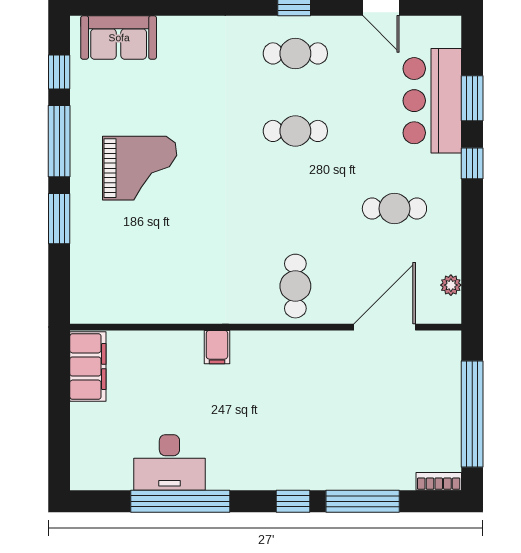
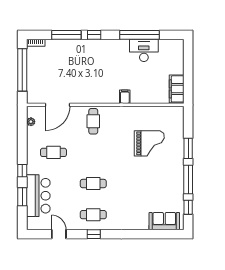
grand piano: (140, 168) -> (149, 143), moved, turned 180

